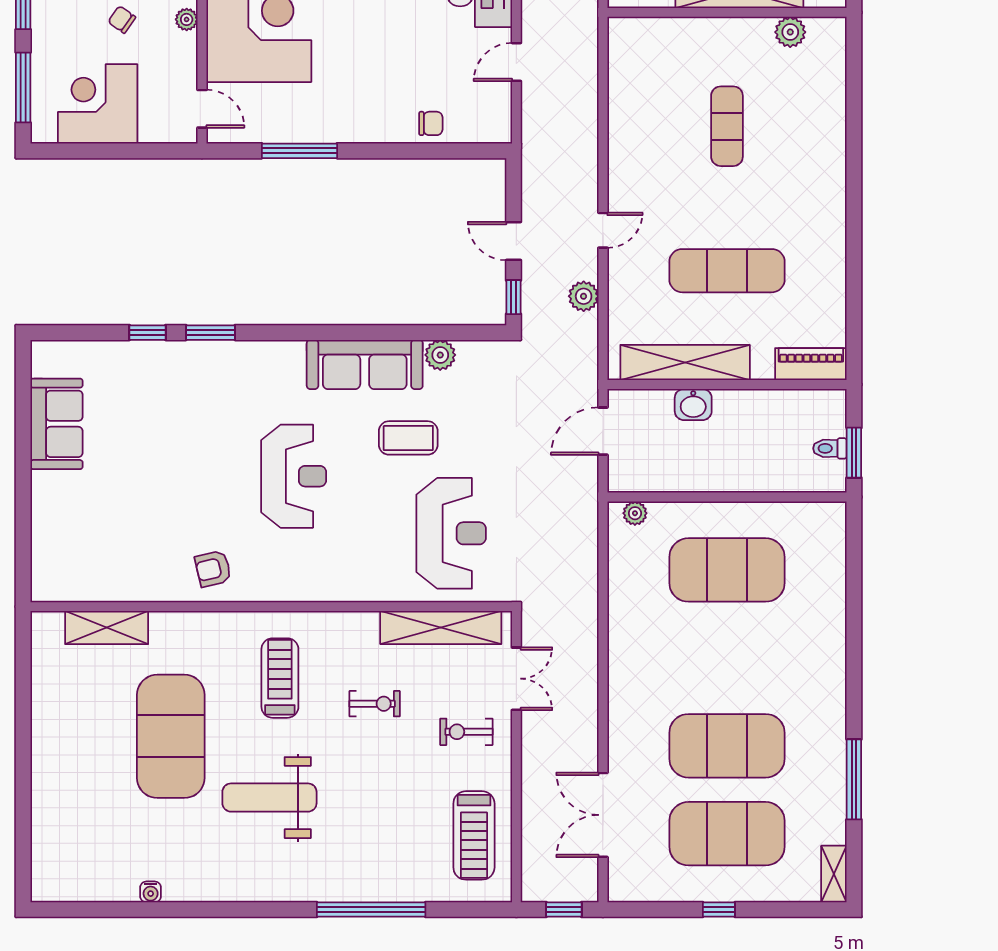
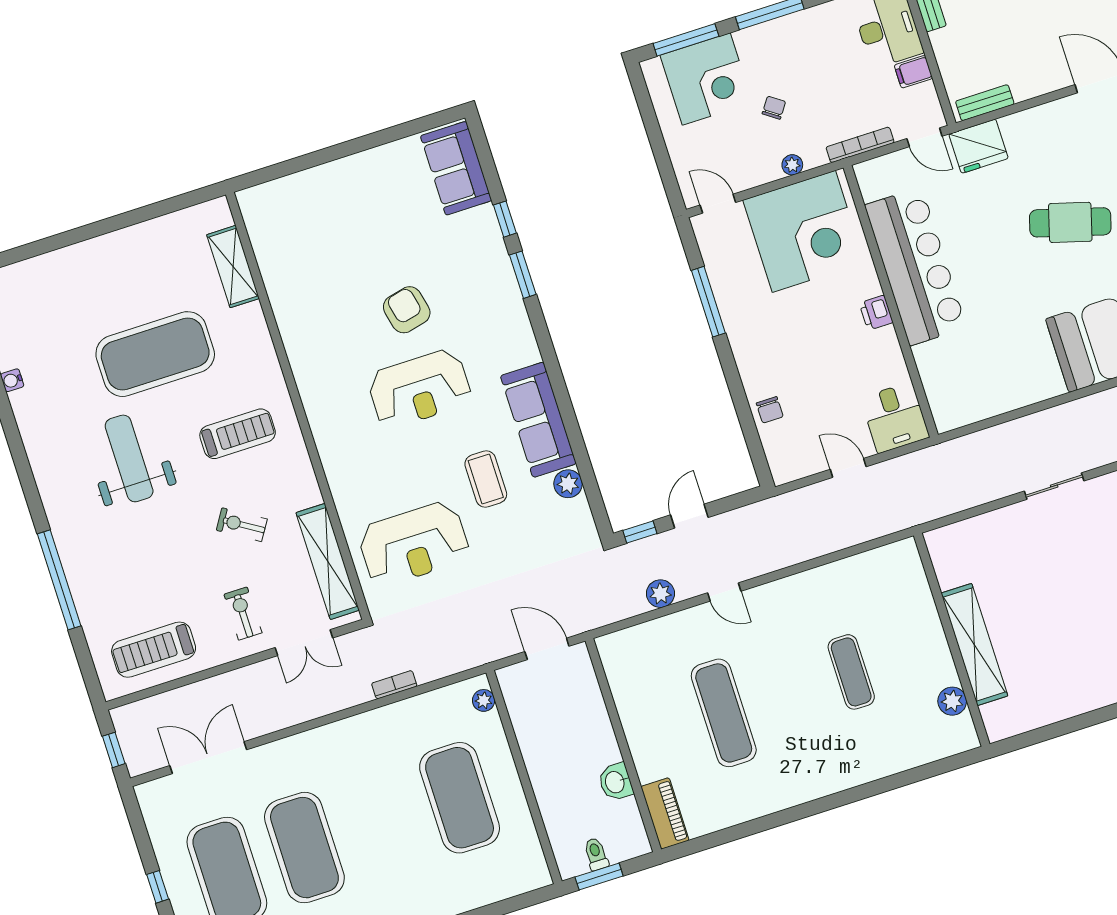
corner desk: (98, 104) -> (706, 79), moved, turned 90
door: (202, 109) -> (718, 204), swing flipped
exercise mat: (727, 126) -> (851, 672), turned 90
shelving: (685, 363) -> (631, 702), removed
washbasin: (693, 404) -> (616, 782), moved
sofa: (56, 424) -> (456, 168), moved, turned 90
armchair: (213, 569) -> (407, 310), moved, width x1.38, depth x1.38
bookcase: (589, 600) -> (394, 685), added
exercise bike: (375, 704) -> (242, 525), turned 122

